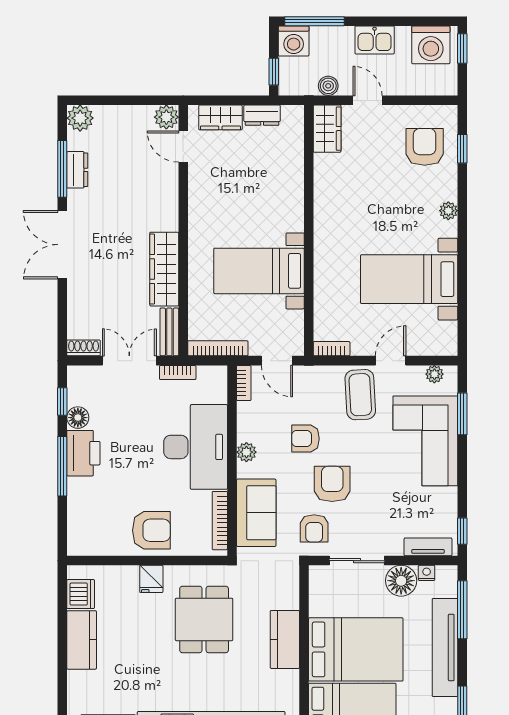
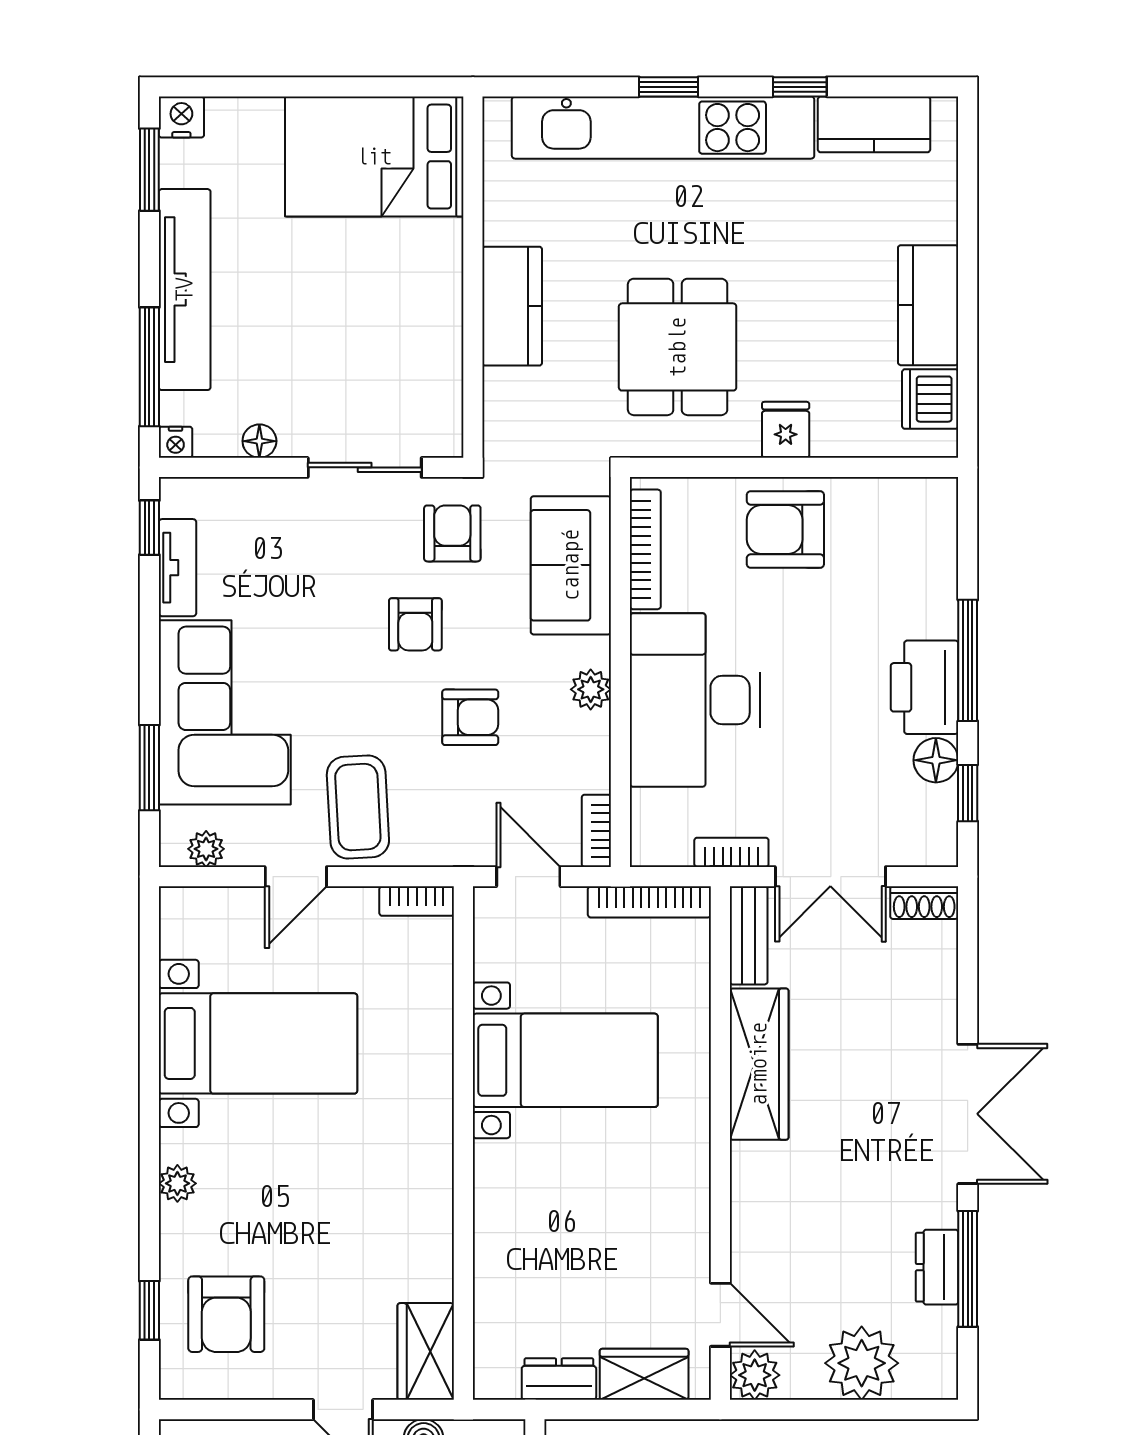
plant: (80, 118) -> (862, 1363), moved, width x1.36, depth x1.36
armchair: (332, 484) -> (415, 624), width x0.72, depth x0.72
tv unit: (428, 547) -> (177, 568), moved, turned -90
nightstand: (427, 573) -> (176, 442), moved
floor lamp: (401, 581) -> (259, 441), width x0.53, depth x0.53
bed: (356, 649) -> (367, 286), removed

